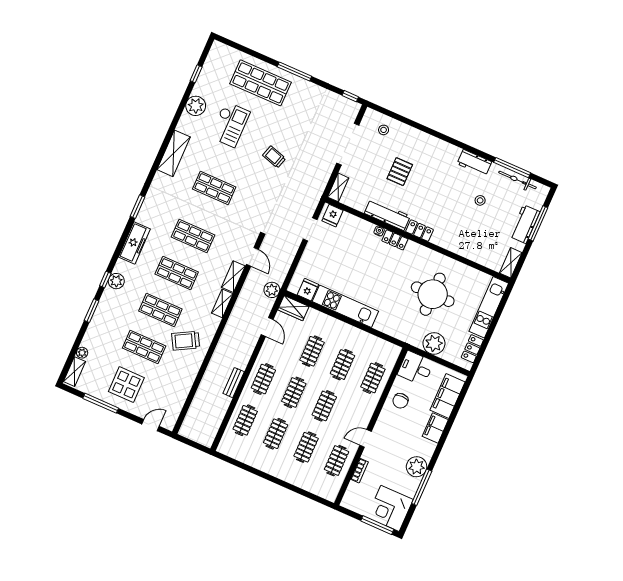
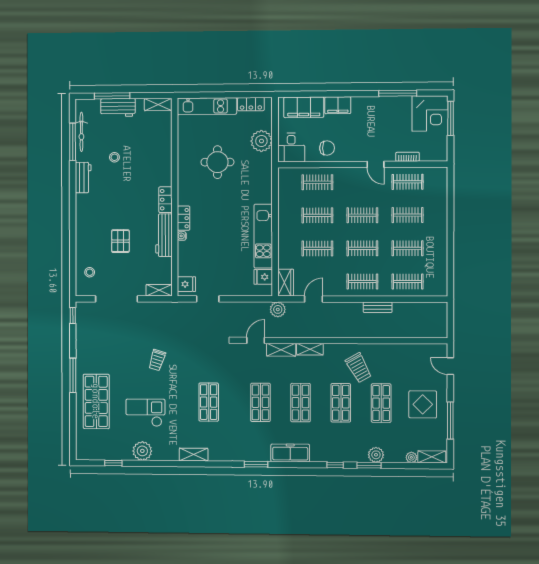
shelving: (174, 153) -> (194, 455), width x0.67, depth x0.75
pallet: (400, 172) -> (120, 241), turned 90
plant: (116, 281) -> (376, 455), moved
round table: (433, 294) -> (217, 162), width x0.73, depth x0.73
plant: (417, 467) -> (381, 106), removed

